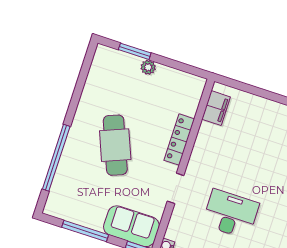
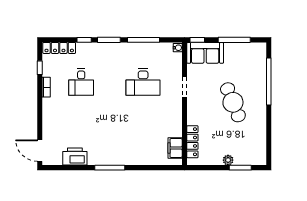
locker: (179, 140) -> (192, 142), moved

